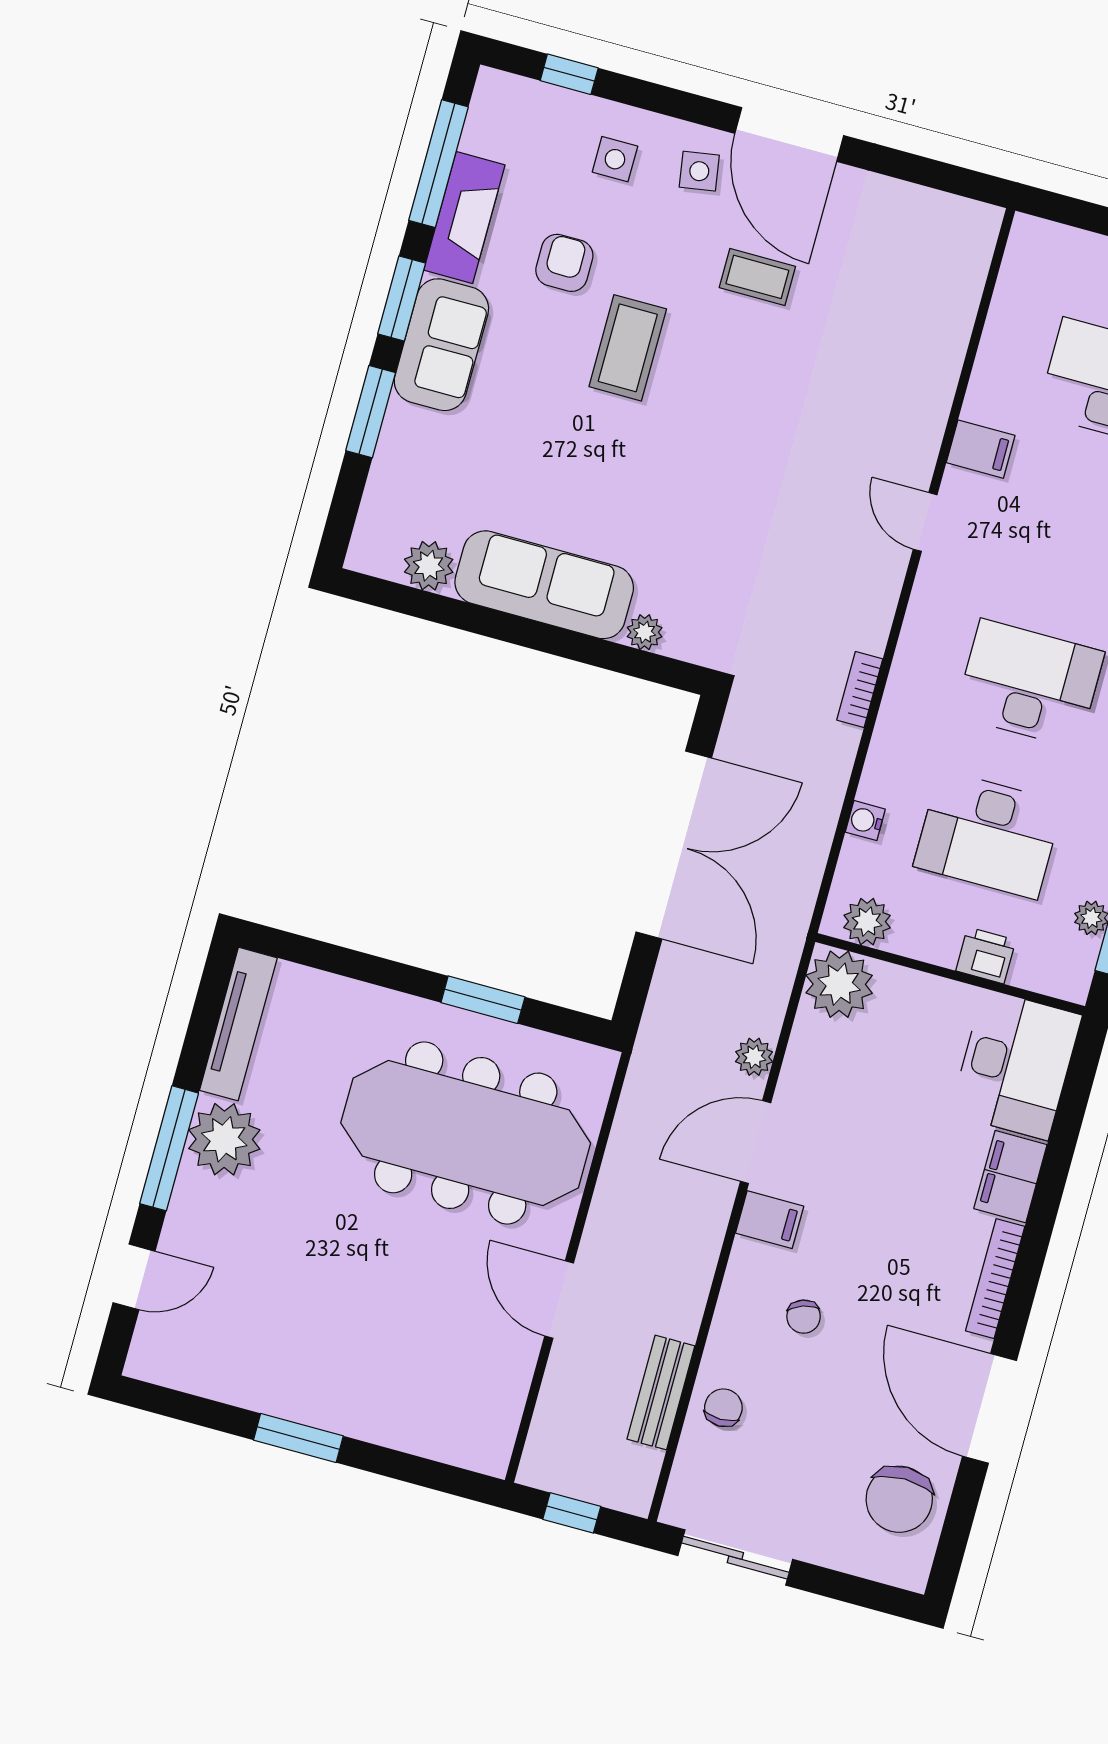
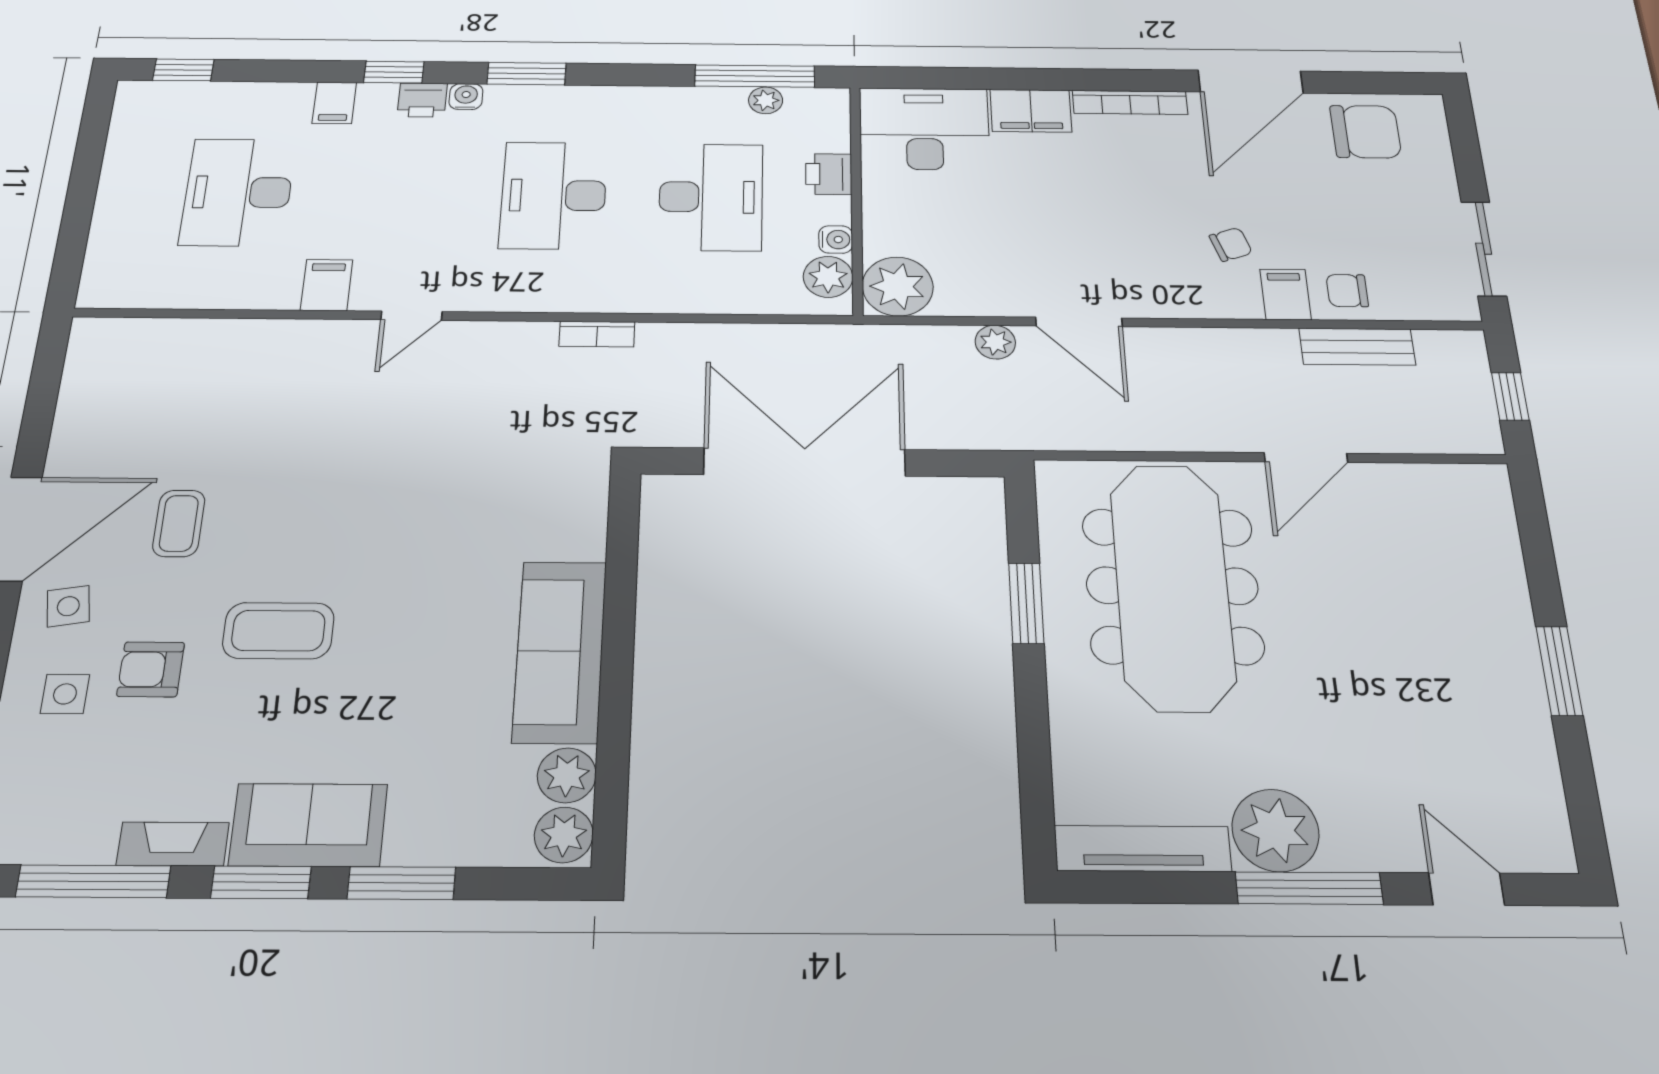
fireplace: (464, 217) -> (173, 844), width x0.73, depth x0.76
armchair: (564, 263) -> (151, 669), moved
plant: (645, 632) -> (564, 835), moved, width x1.38, depth x1.38
water cooler: (865, 821) -> (836, 239), moved, turned -90
filing cabinet: (770, 1220) -> (1286, 294), moved

